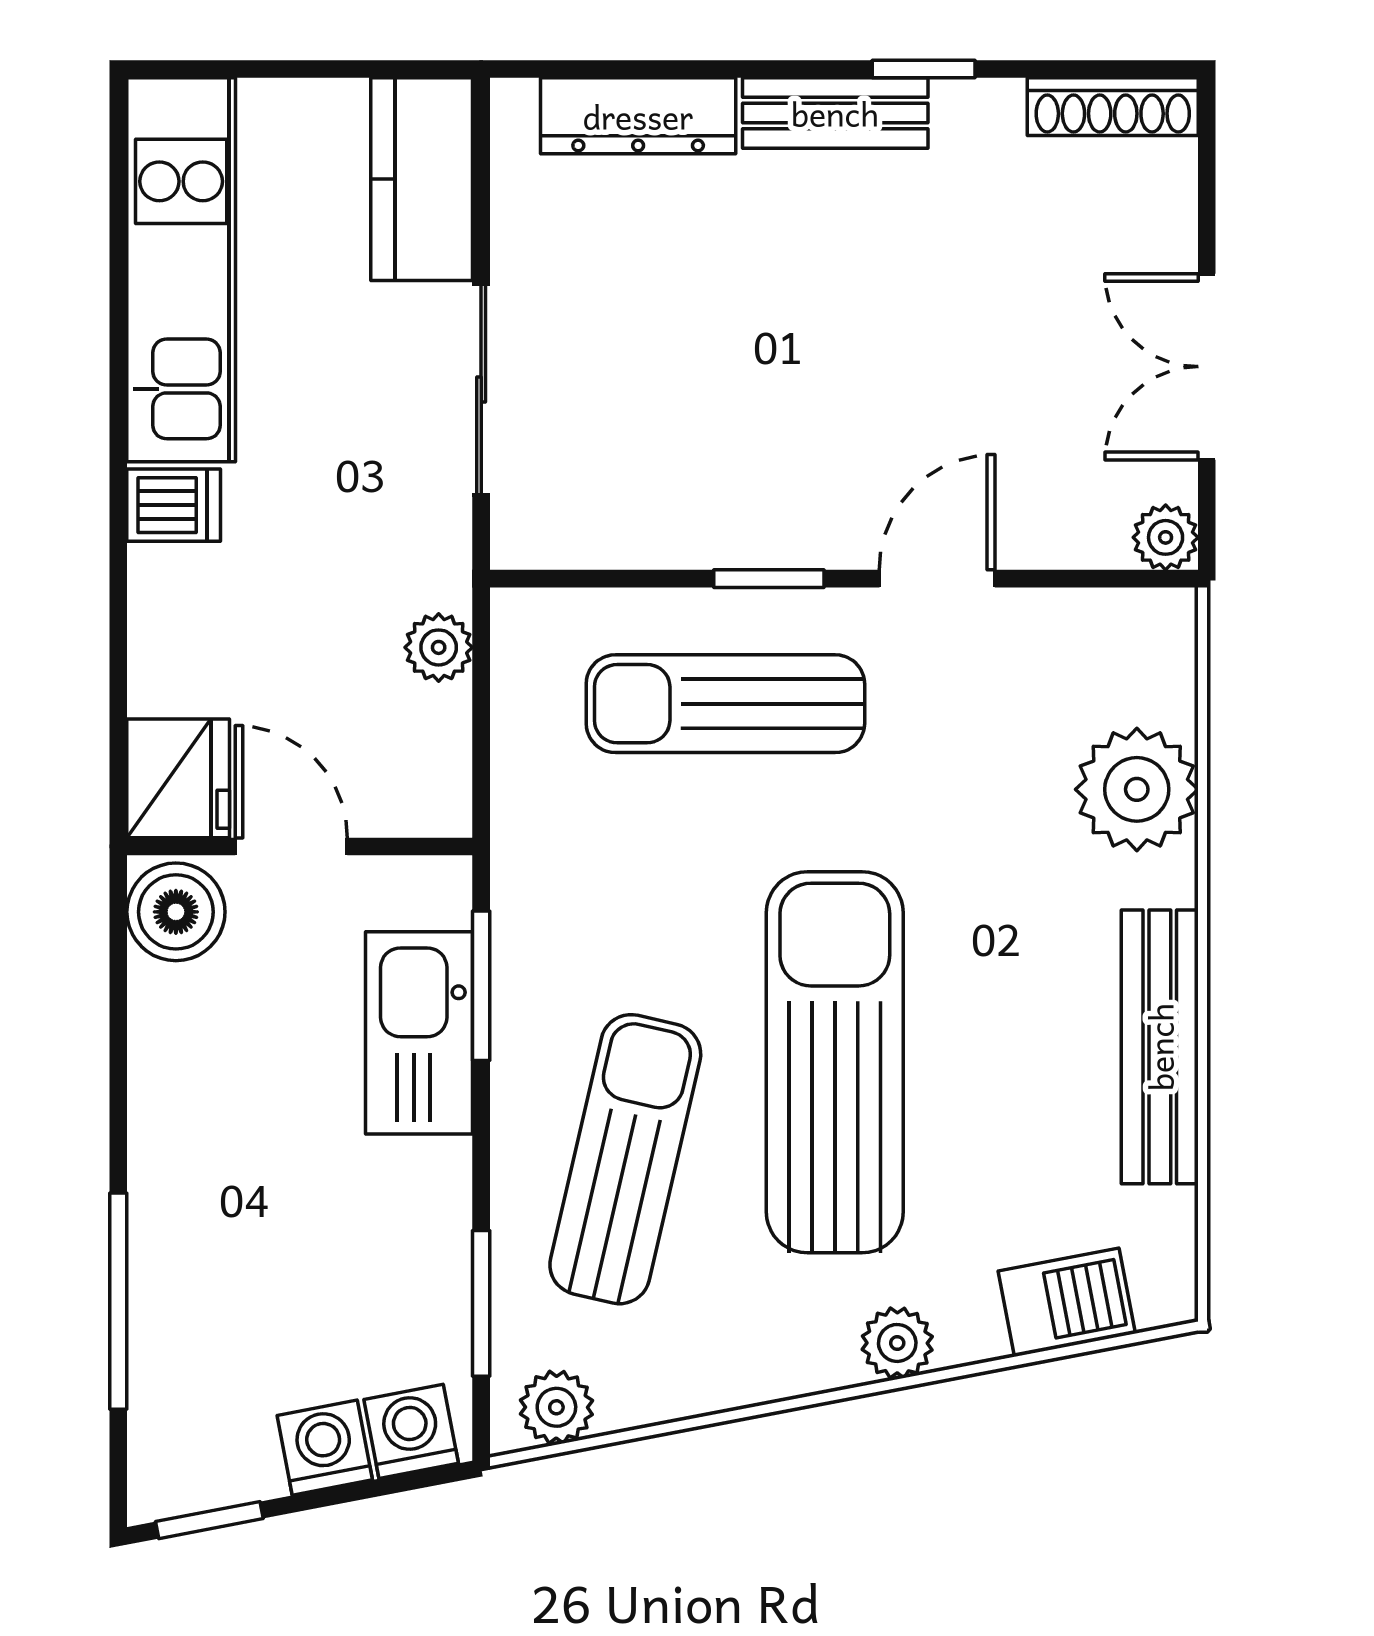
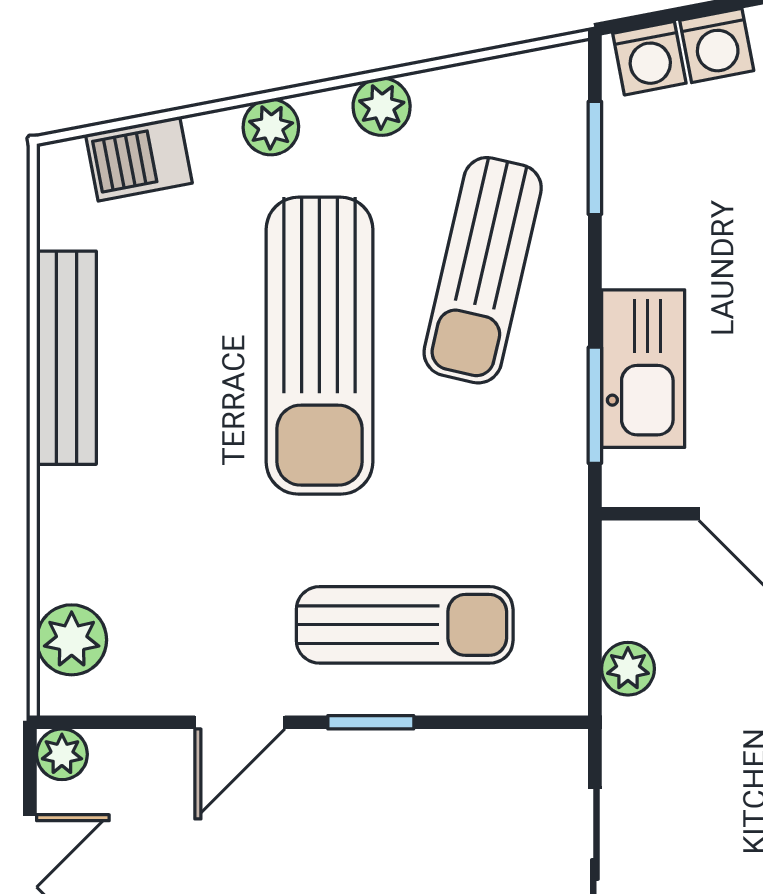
plant: (1137, 789) -> (72, 640), moved, width x0.73, depth x0.73
plant: (556, 1407) -> (382, 107), moved

